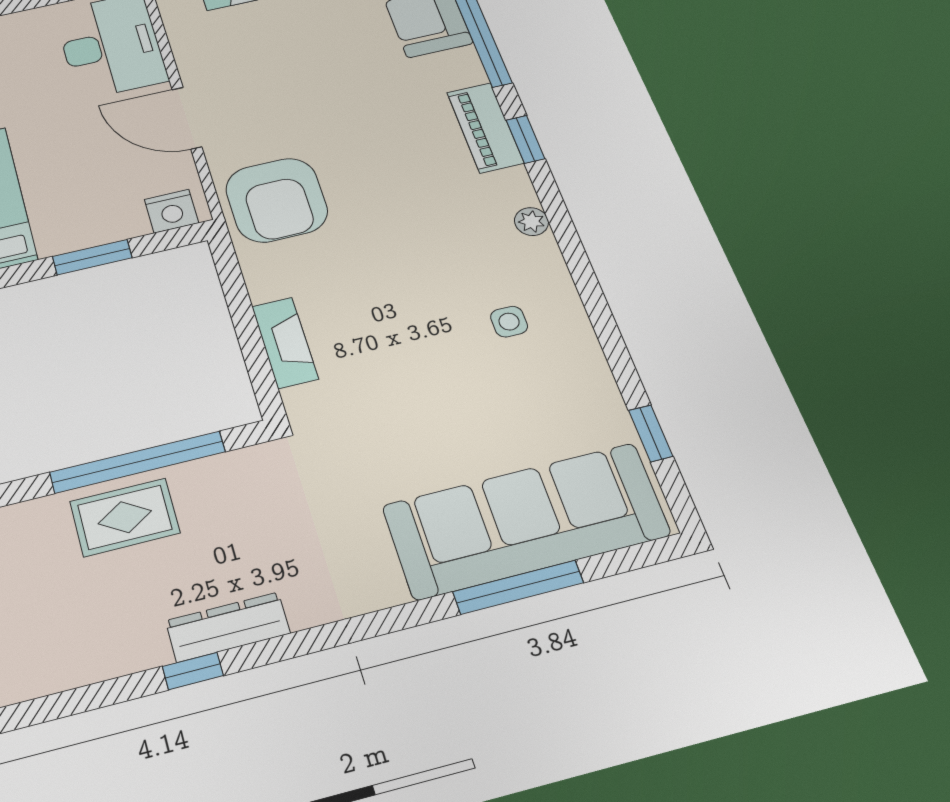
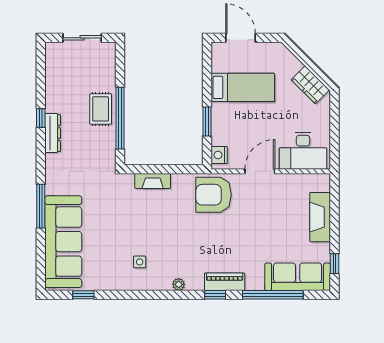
window: (518, 587) -> (41, 206), moved

